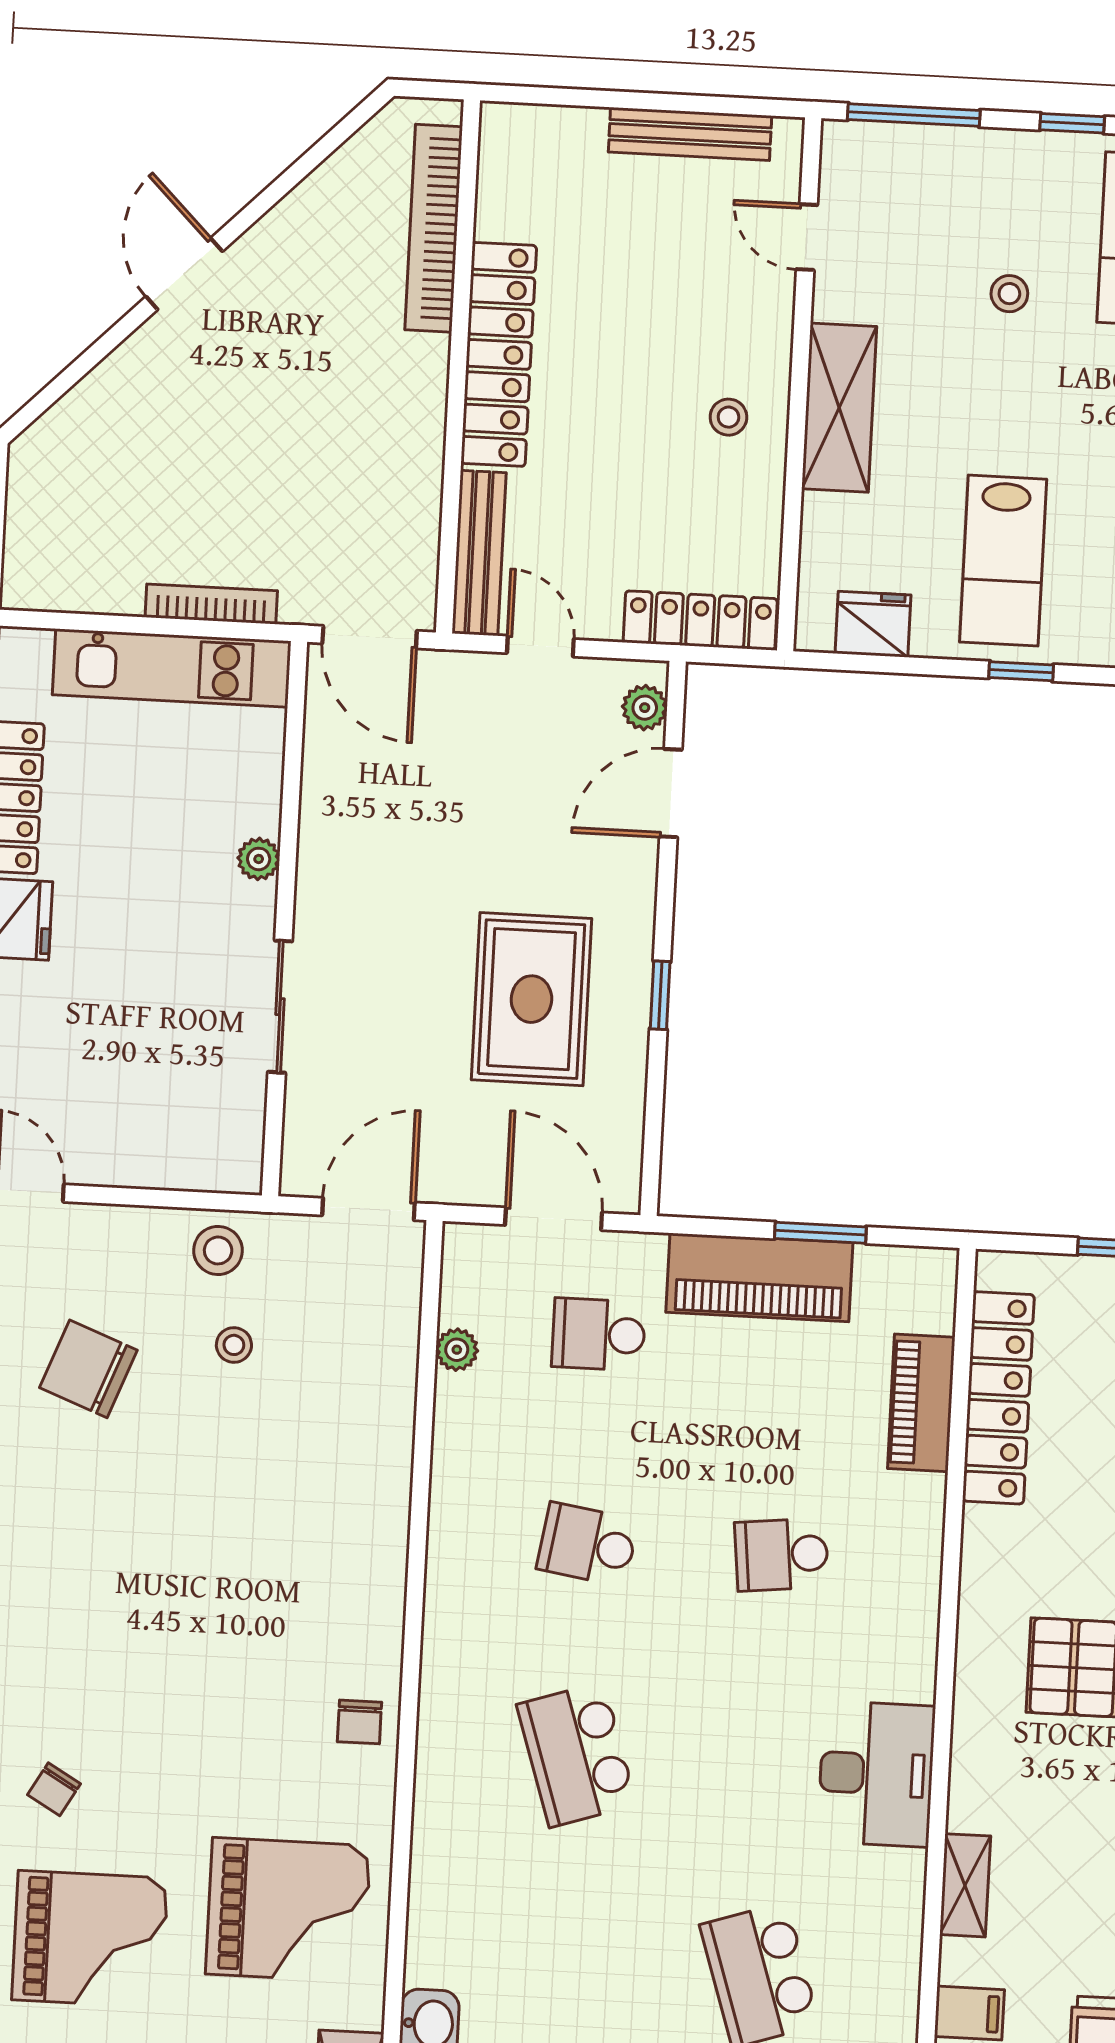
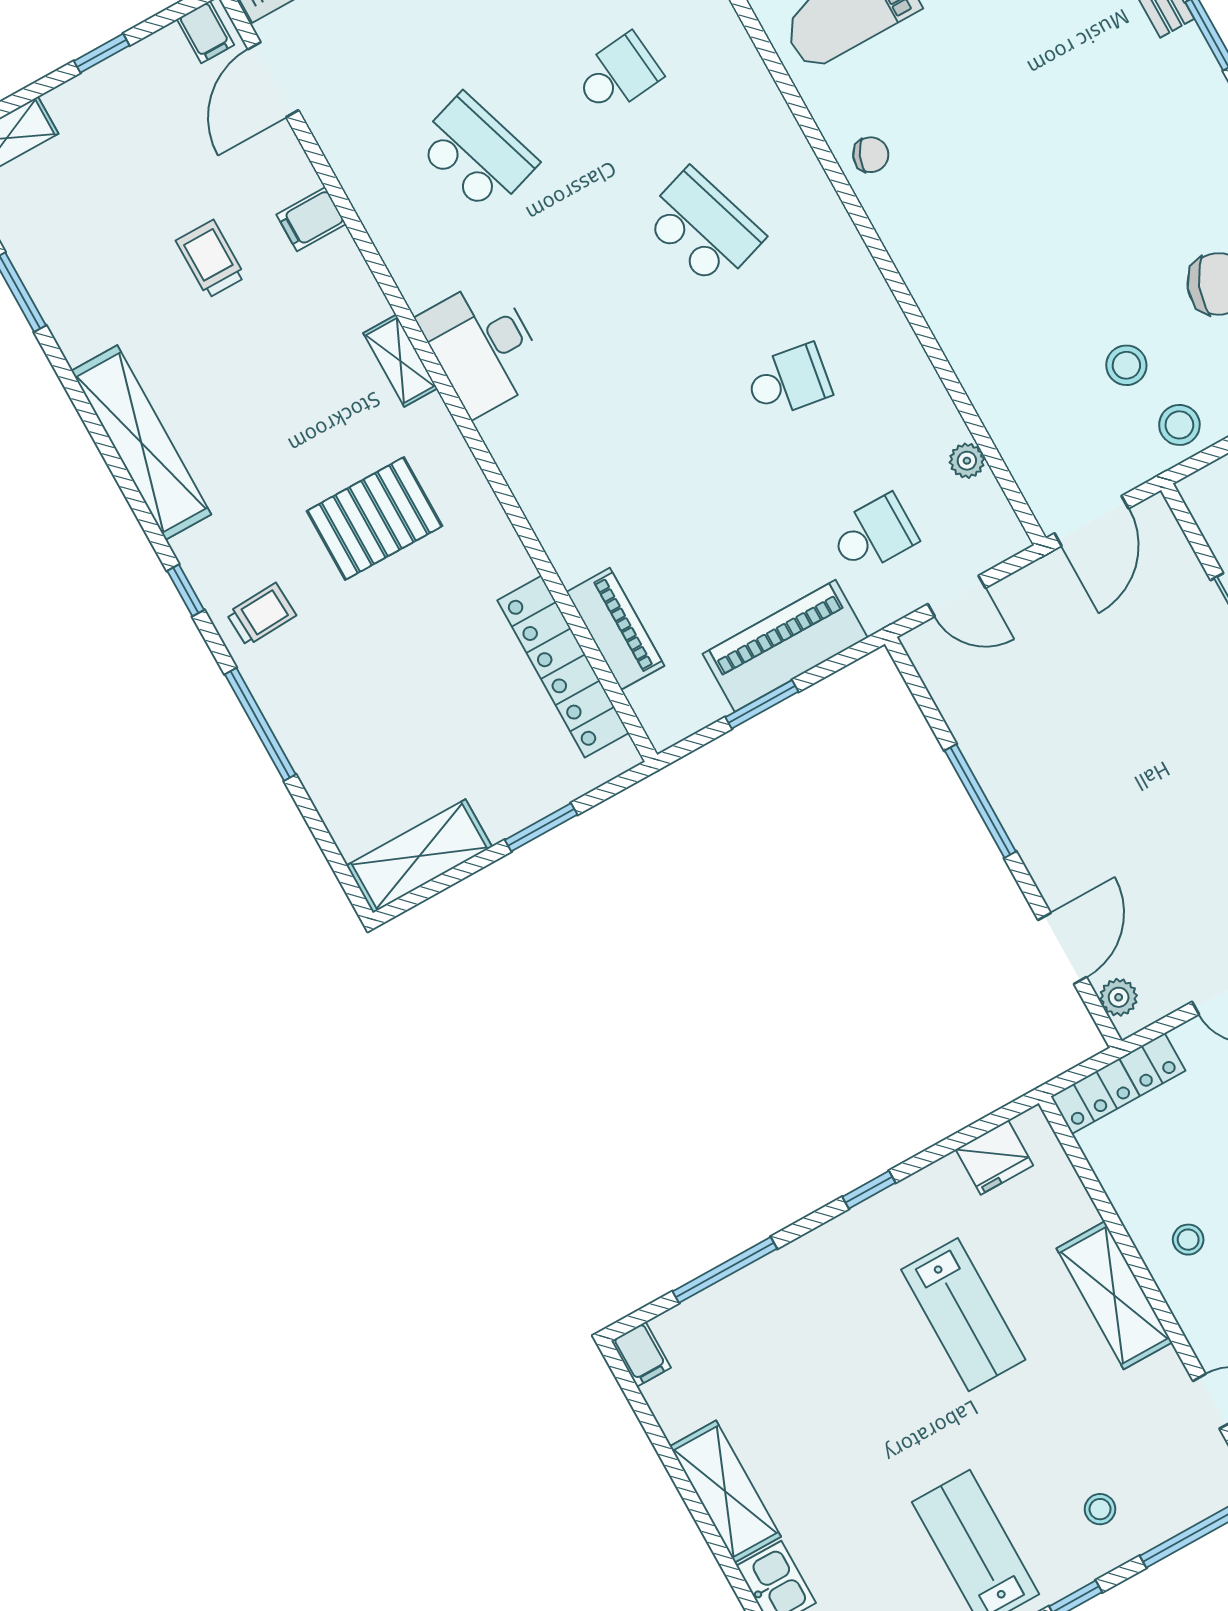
stool: (1009, 294) -> (1100, 1509), moved
lab bench: (1003, 561) -> (963, 1315), moved, turned 180
window: (660, 995) -> (980, 801), width x2.17
rug: (531, 999) -> (1069, 741), removed
door: (554, 1219) -> (957, 596), width x0.73
stool: (234, 1345) -> (1126, 365), width x1.37, depth x1.37
school desk: (782, 1555) -> (618, 75), moved
chair: (359, 1722) -> (871, 155), turned 113
shelving: (965, 1885) -> (400, 361), moved

